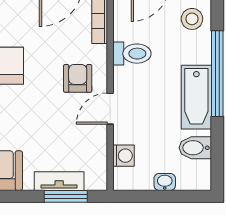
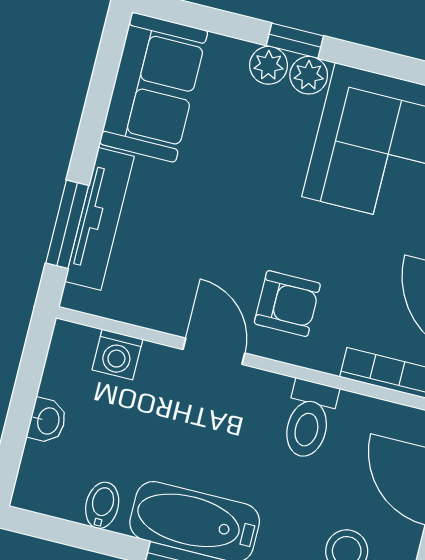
bidet: (195, 148) -> (102, 505), width x0.72, depth x0.74
tv unit: (59, 181) -> (100, 219), width x1.41

